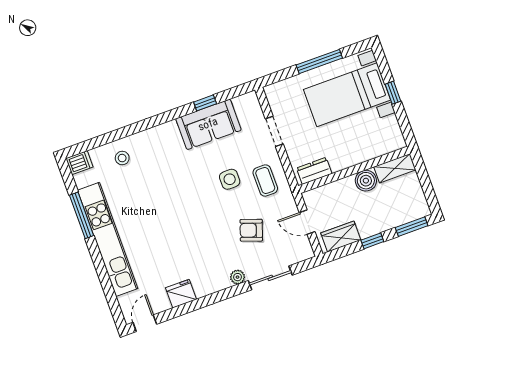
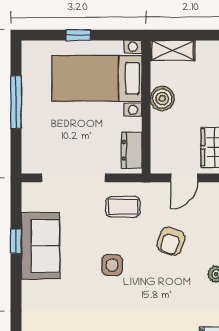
bed with nightstands: (347, 95) -> (97, 78), moved, turned 90
doorway: (274, 131) -> (74, 178), width x1.88
shelving: (395, 168) -> (173, 50), moved, turned 90
side table: (230, 179) -> (112, 265), moved

